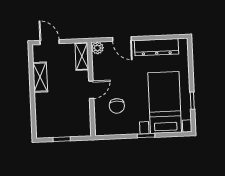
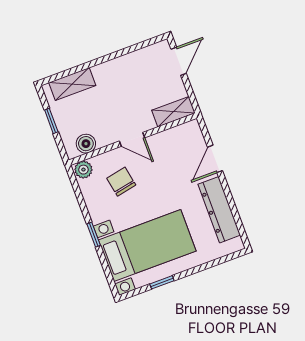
plant: (97, 48) -> (83, 170), moved
shelving: (40, 77) -> (72, 84), moved
chair: (117, 106) -> (121, 182), turned 79
boiler: (84, 121) -> (86, 144), added

